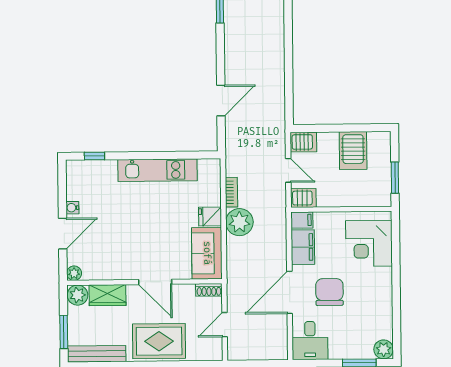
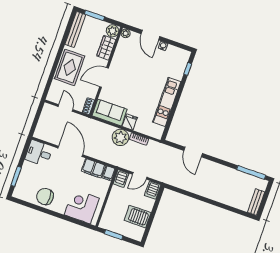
chair: (329, 292) -> (45, 196), moved, turned 180
plant: (384, 349) -> (19, 193), removed

